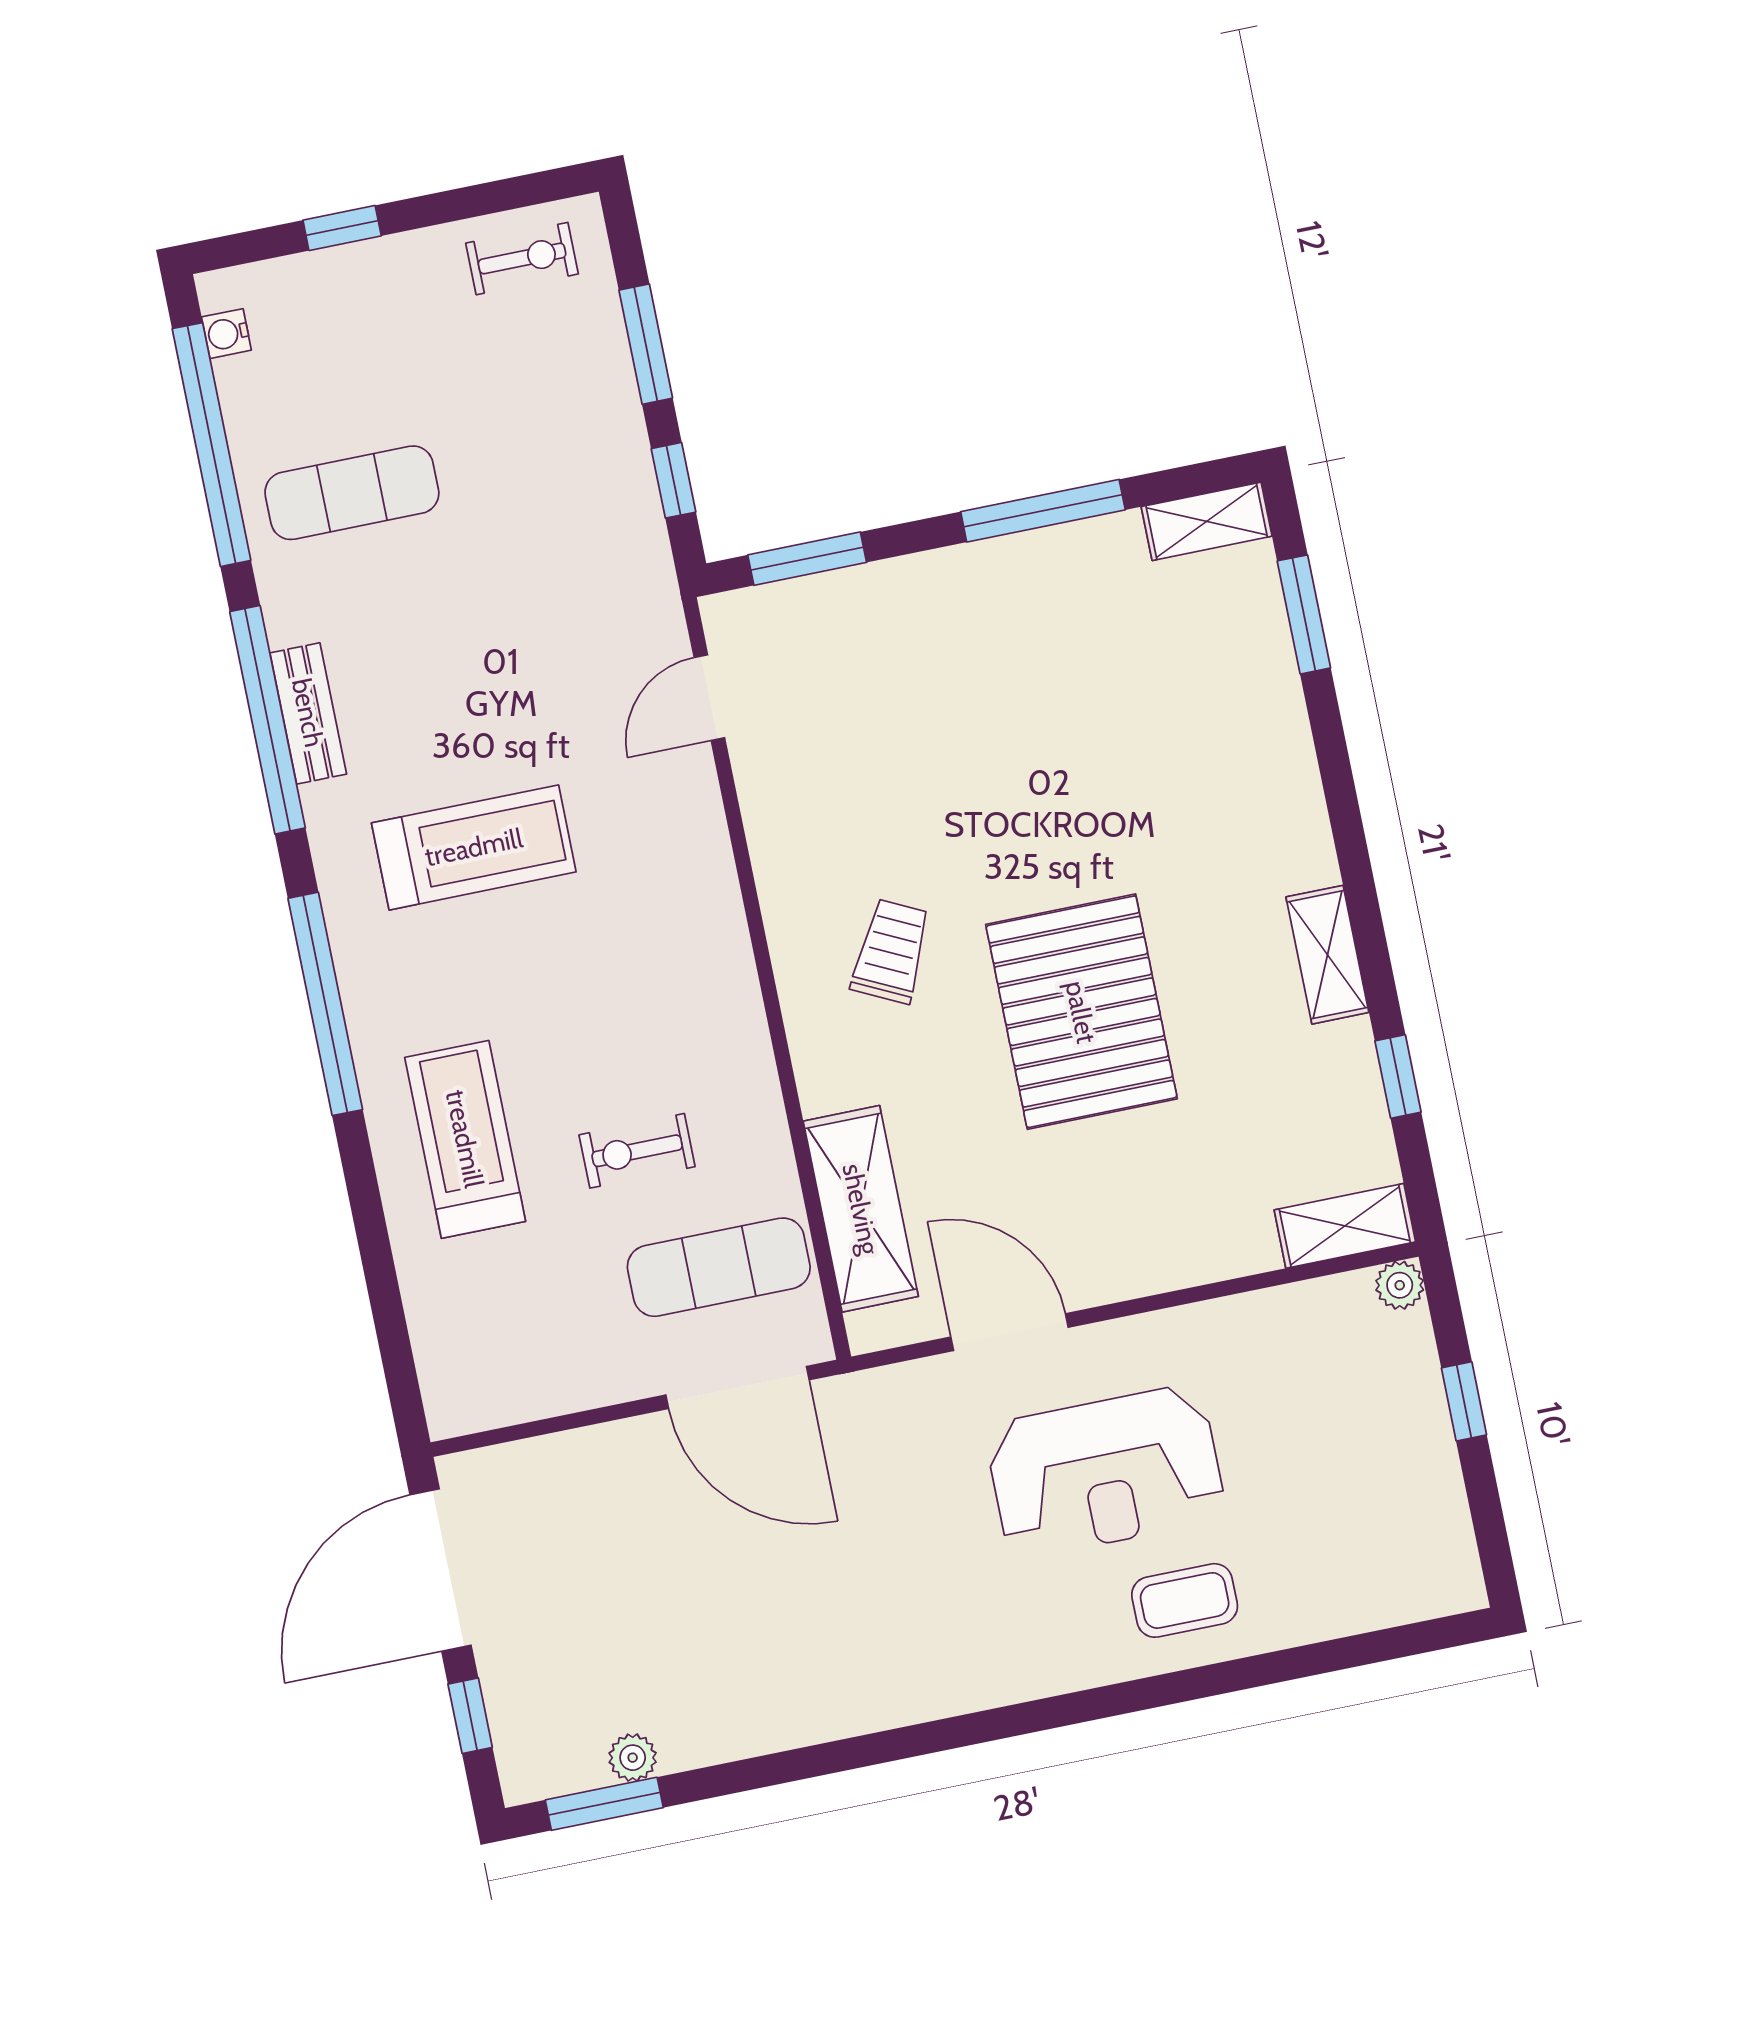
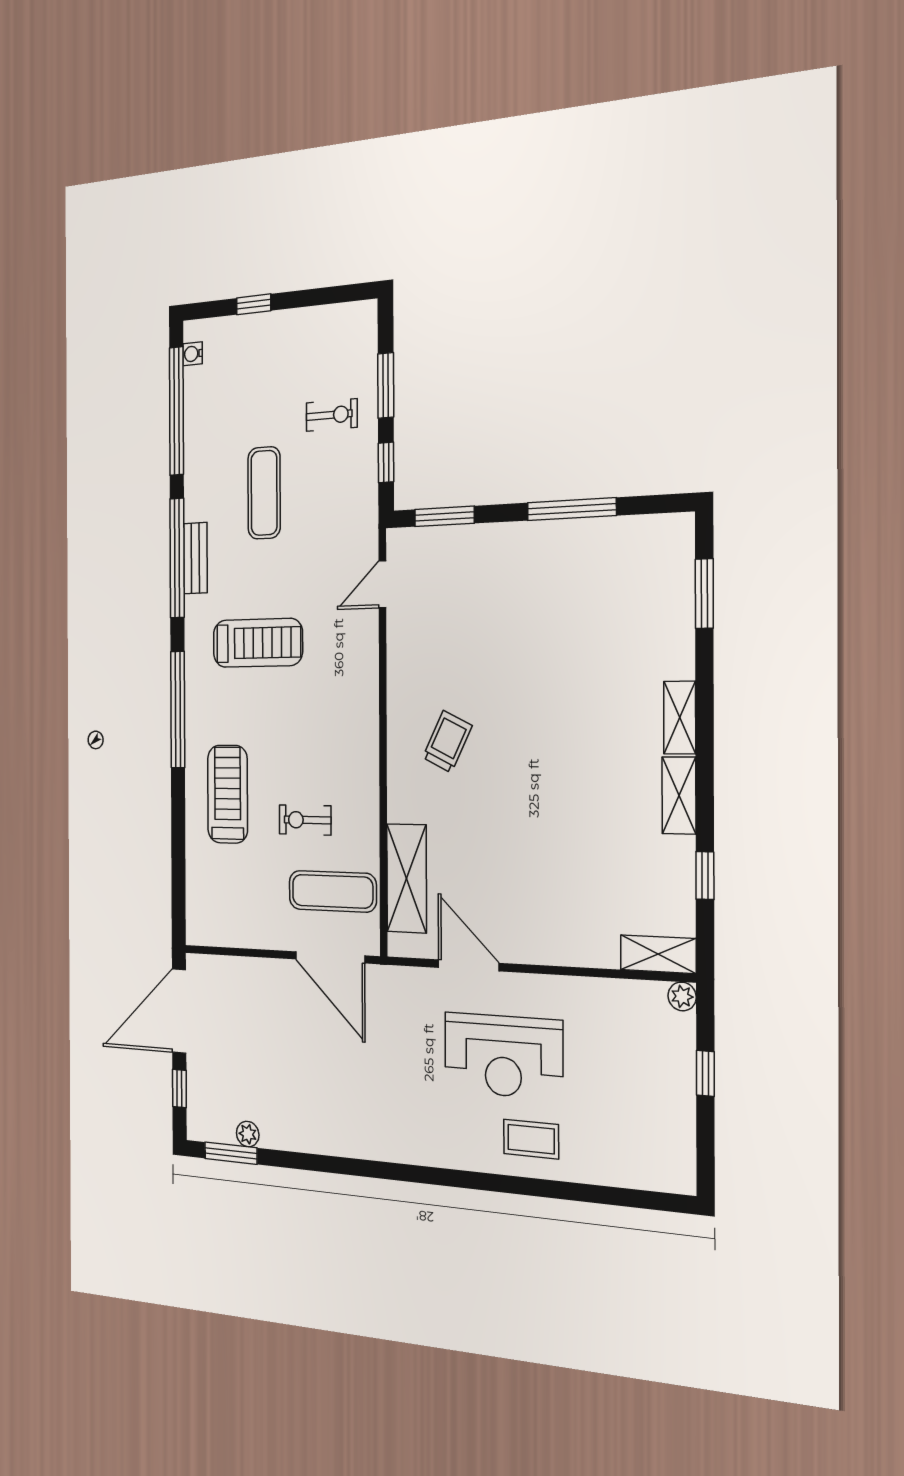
exercise bike: (522, 259) -> (332, 415), moved
exercise mat: (352, 493) -> (264, 493), moved, turned 90
shelving: (1207, 521) -> (680, 718), moved, turned 90
pallet: (1081, 1012) -> (539, 797), removed

